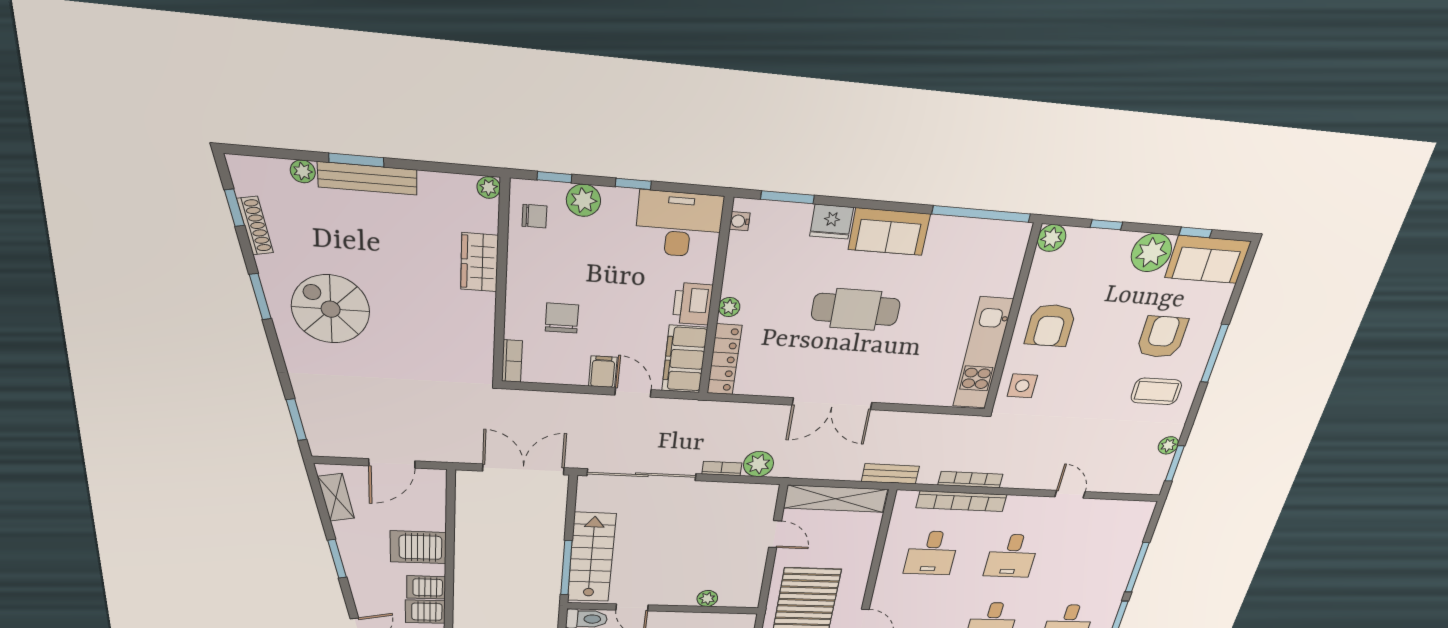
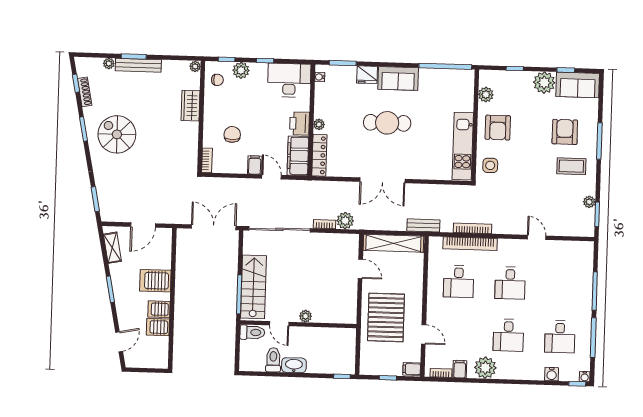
plant: (1052, 238) -> (486, 95), moved
plant: (707, 598) -> (306, 316), moved

